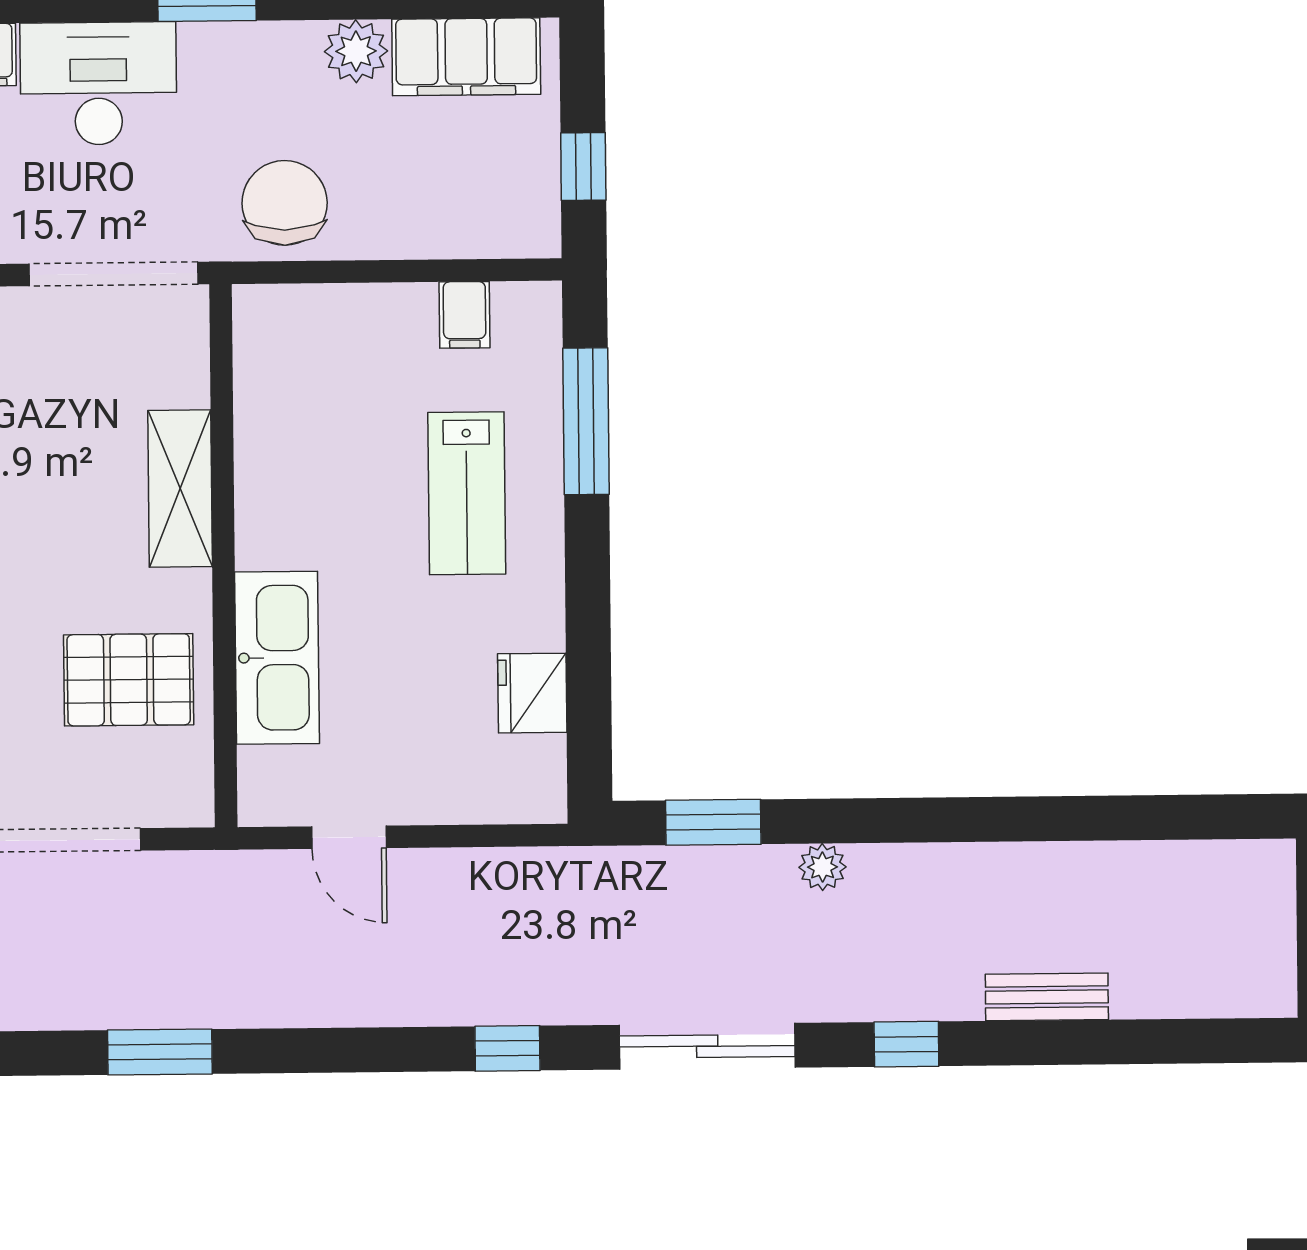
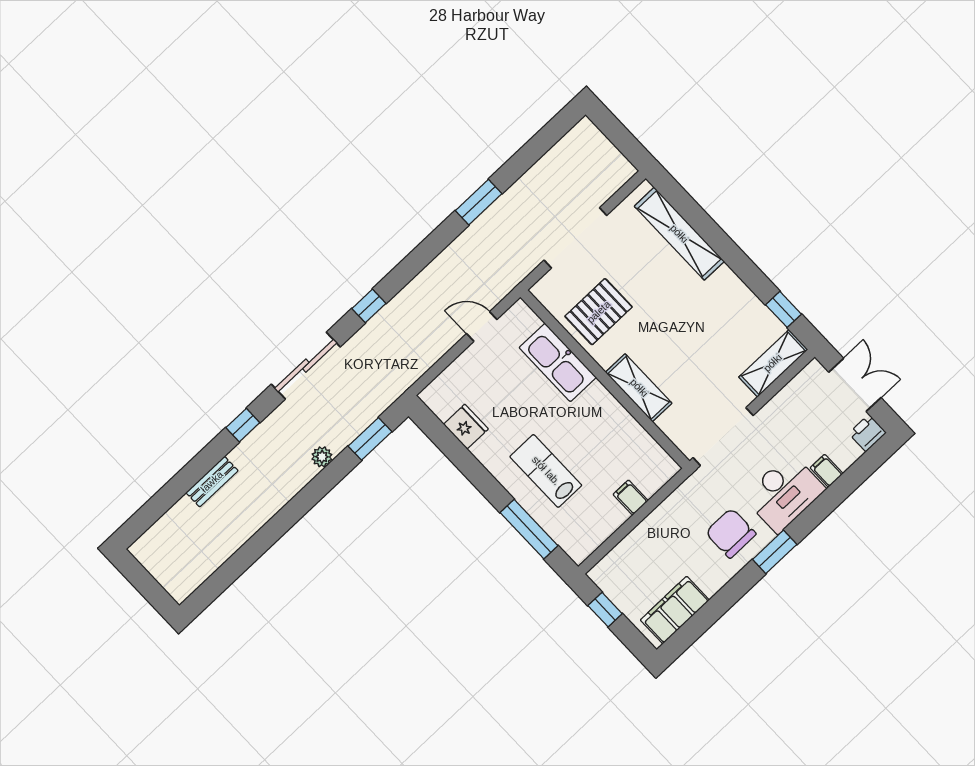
plant: (356, 51) -> (712, 579), removed
chair: (285, 203) -> (731, 533), moved, turned 180
filing cabinet: (464, 315) -> (631, 497), moved

